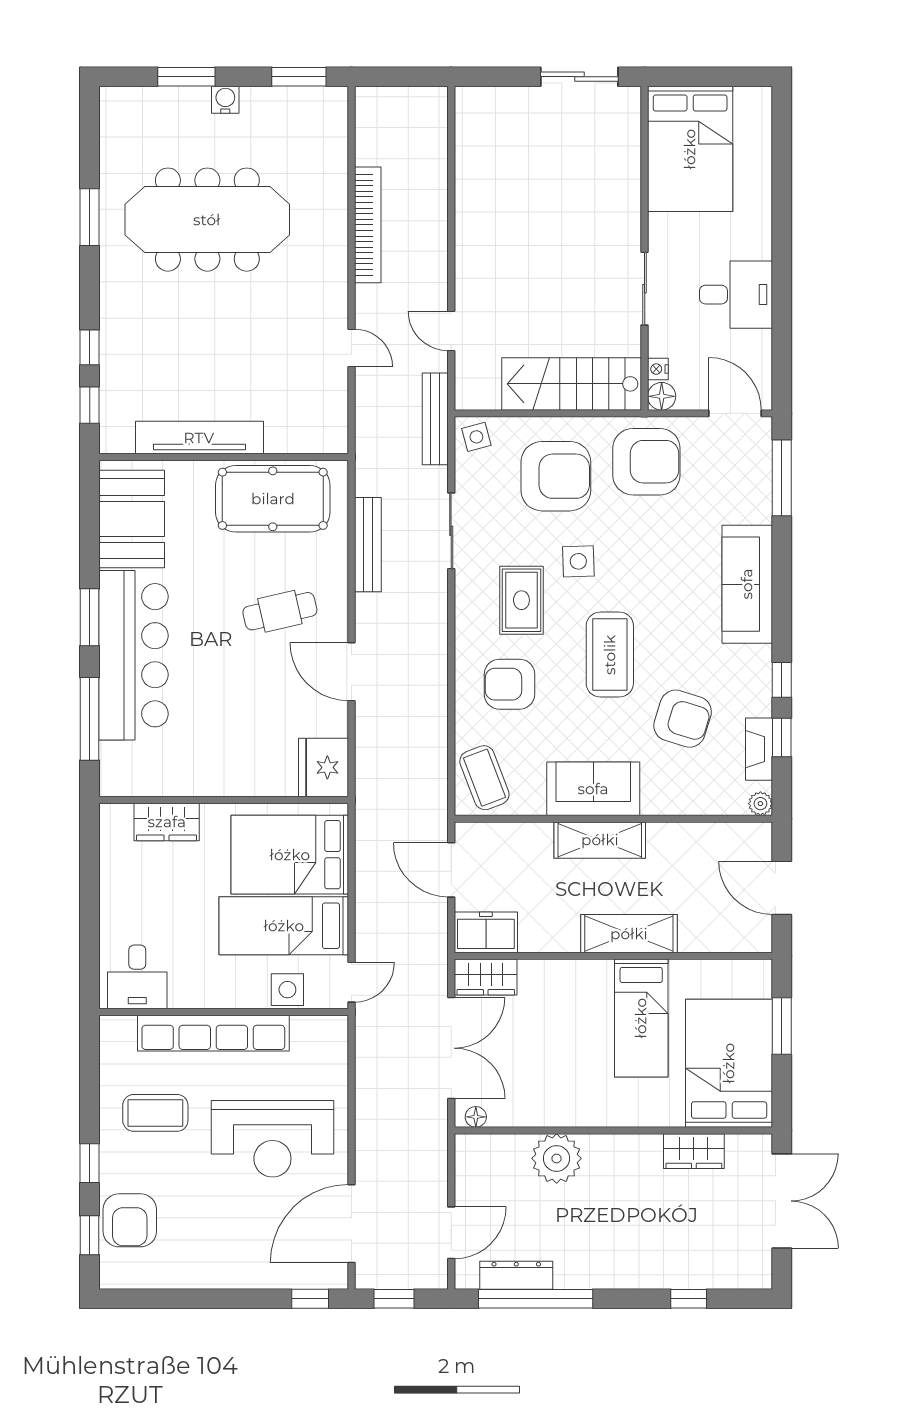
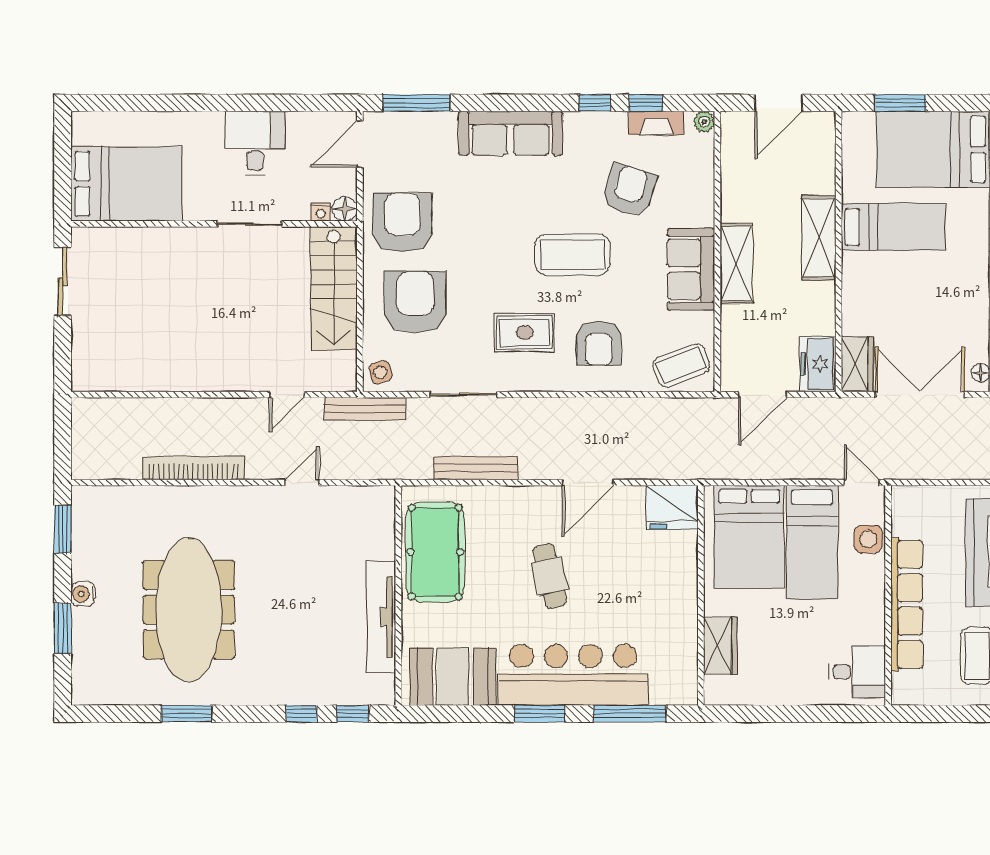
side table: (578, 561) -> (490, 282), removed
cafe table: (280, 611) -> (550, 576), moved

